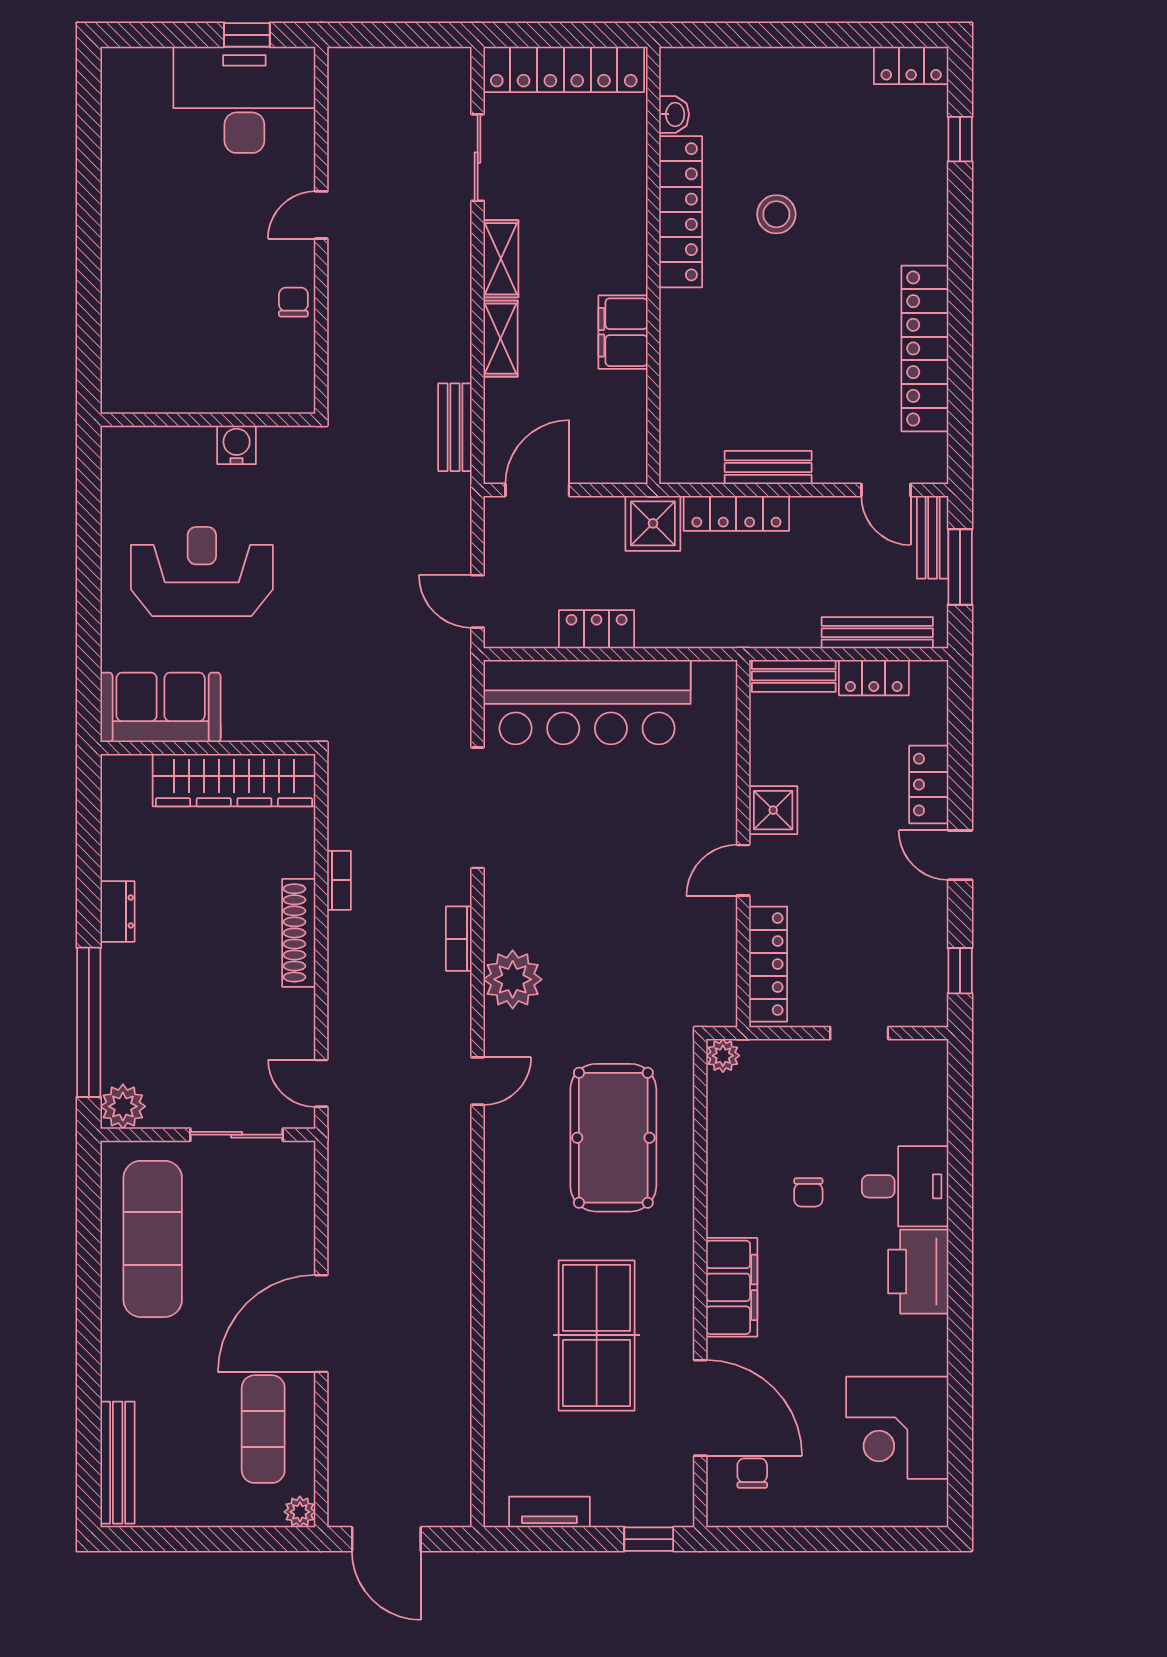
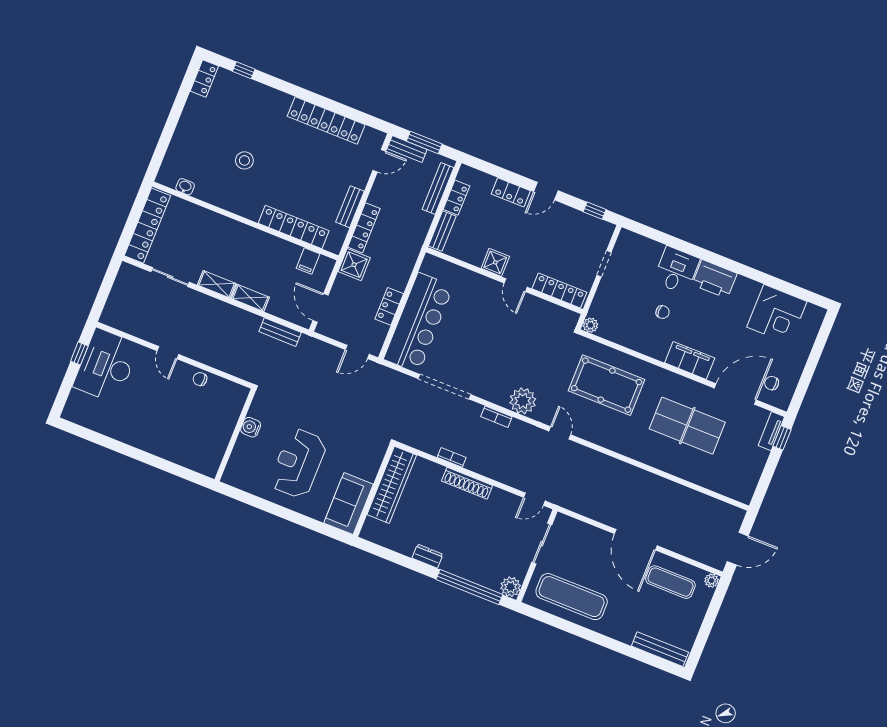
locker: (681, 212) -> (294, 227), moved
filing cabinet: (623, 332) -> (308, 261), moved, width x0.50
tv unit: (549, 1512) -> (771, 431), moved

